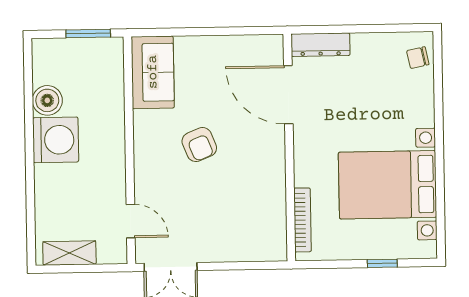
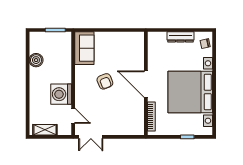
dresser: (320, 45) -> (180, 37), moved
door: (288, 95) -> (146, 84), moved
washing machine: (56, 140) -> (61, 94), moved, turned 180
bed with nightstands: (388, 185) -> (190, 92), width x1.36

